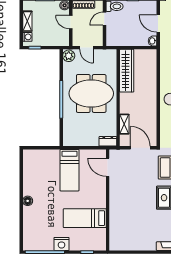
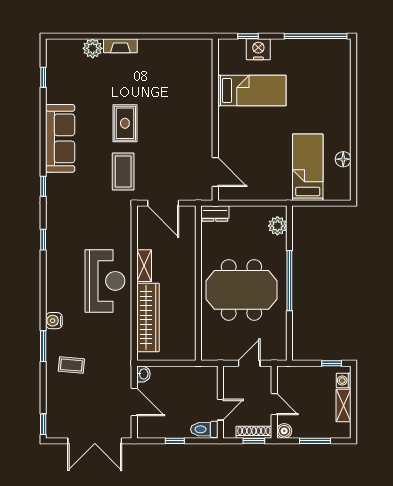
door: (86, 48) -> (249, 363), hinge flipped
plant: (69, 56) -> (277, 226), moved
wardrobe: (127, 71) -> (148, 317), moved, turned 180
shelving: (124, 124) -> (144, 266), moved
bed: (69, 170) -> (308, 167), moved
floor lamp: (28, 201) -> (343, 159), moved
nightstand: (62, 244) -> (258, 49), moved

